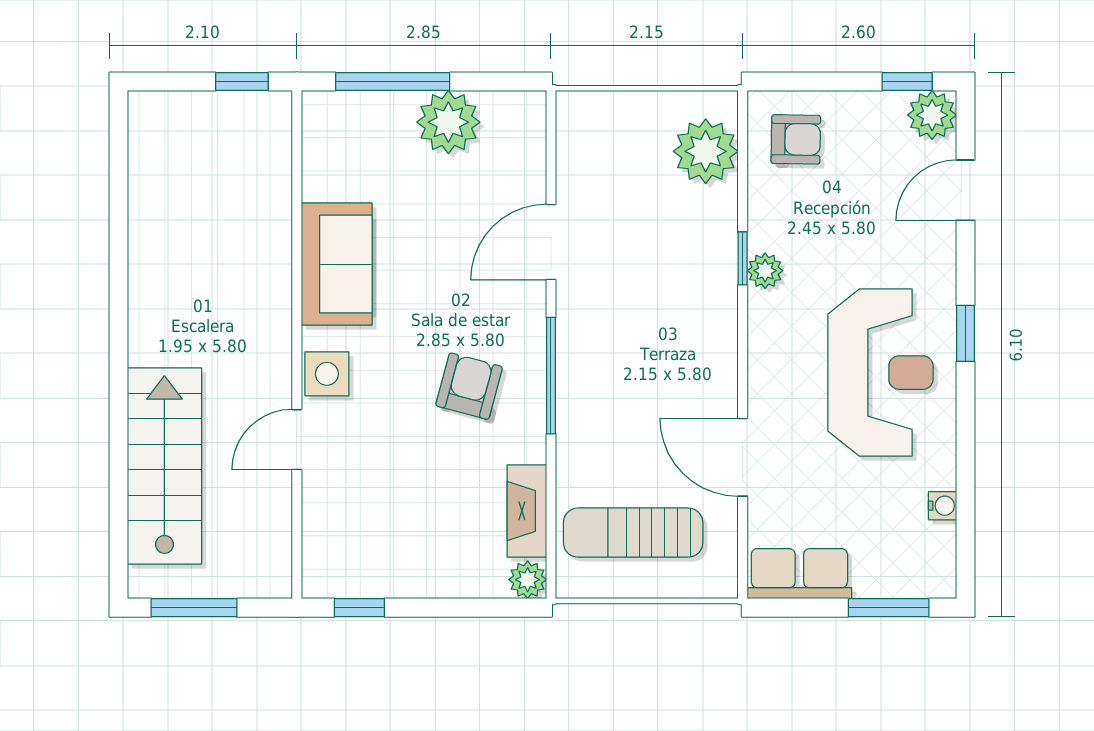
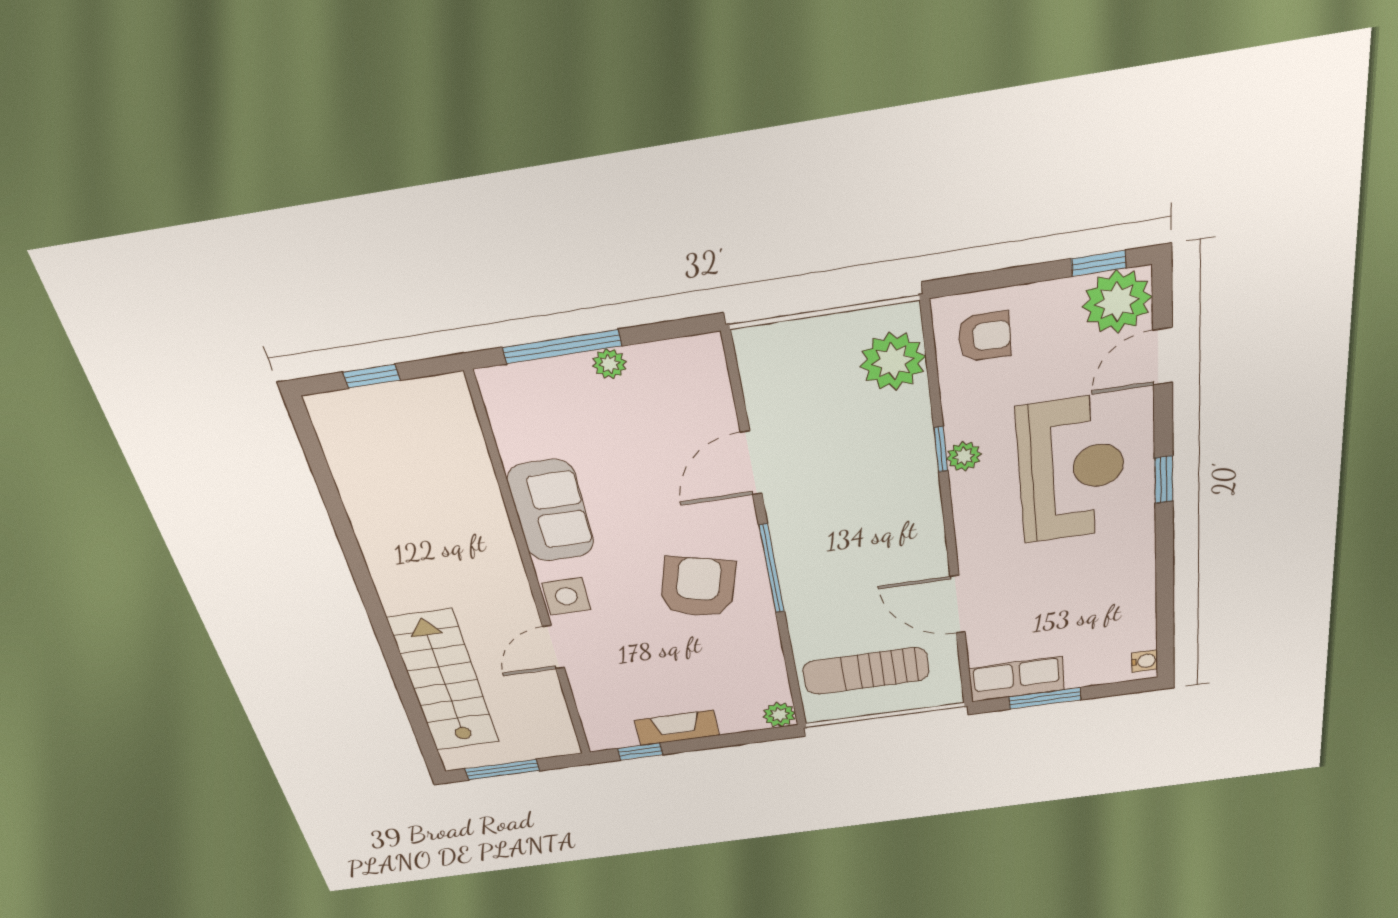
window: (242, 82) -> (372, 376), moved
plant: (932, 115) -> (1117, 302), width x1.36, depth x1.36
plant: (448, 122) -> (609, 364), width x0.53, depth x0.53
reception desk: (880, 373) -> (1071, 469), moved
armchair: (469, 386) -> (698, 587), width x1.38, depth x1.38
water cooler: (943, 506) -> (1145, 661), moved
fireplace: (527, 511) -> (677, 728), moved, turned 90
window: (889, 608) -> (1045, 698), moved

